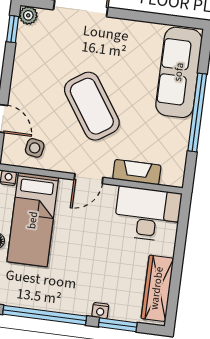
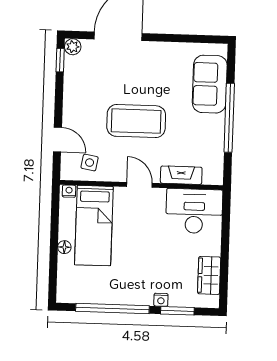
sofa: (179, 72) -> (210, 84), width x0.73
coffee table: (92, 106) -> (136, 121), turned -56
door: (89, 179) -> (139, 185), swing flipped
wardrobe: (157, 288) -> (209, 275), width x0.67

